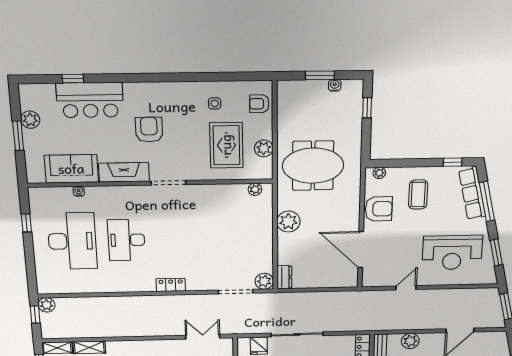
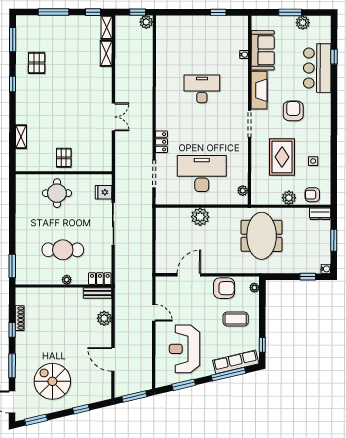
water cooler: (335, 85) -> (326, 269), moved
armchair: (259, 104) -> (312, 195), turned -90
armchair: (149, 130) -> (293, 111), turned -90
rug: (226, 145) -> (282, 157), moved, turned 90
plant: (264, 148) -> (289, 198), moved
armchair: (379, 209) -> (224, 288), turned -90
plant: (288, 222) -> (200, 217), moved
desk: (72, 241) -> (202, 174), moved, turned 180
door: (361, 250) -> (189, 275), width x0.73
dresser: (284, 277) -> (320, 214), moved
plant: (264, 281) -> (163, 197), removed
locker: (171, 285) -> (161, 142), moved
double door: (203, 337) -> (113, 117), moved

